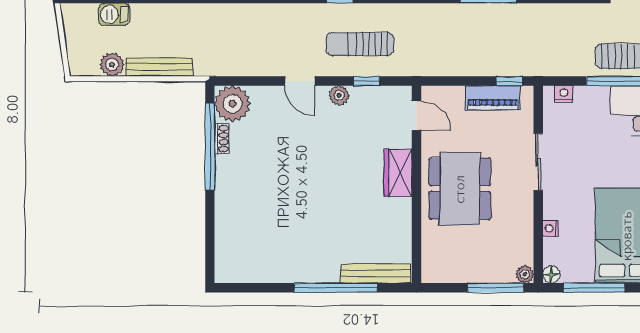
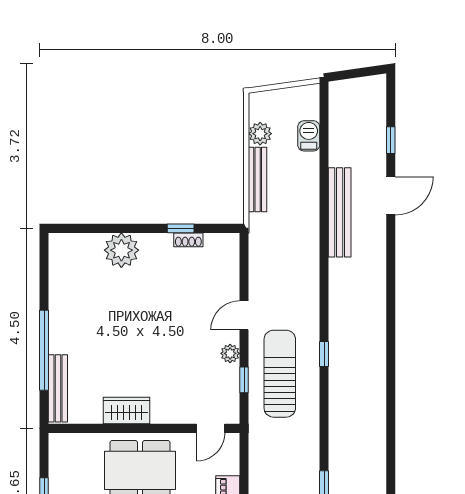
sun lounger: (360, 44) -> (280, 374), width x1.36, depth x1.34
plant: (232, 104) -> (121, 250), moved
window: (210, 147) -> (181, 228), width x0.32
wardrobe: (398, 173) -> (126, 411), moved

